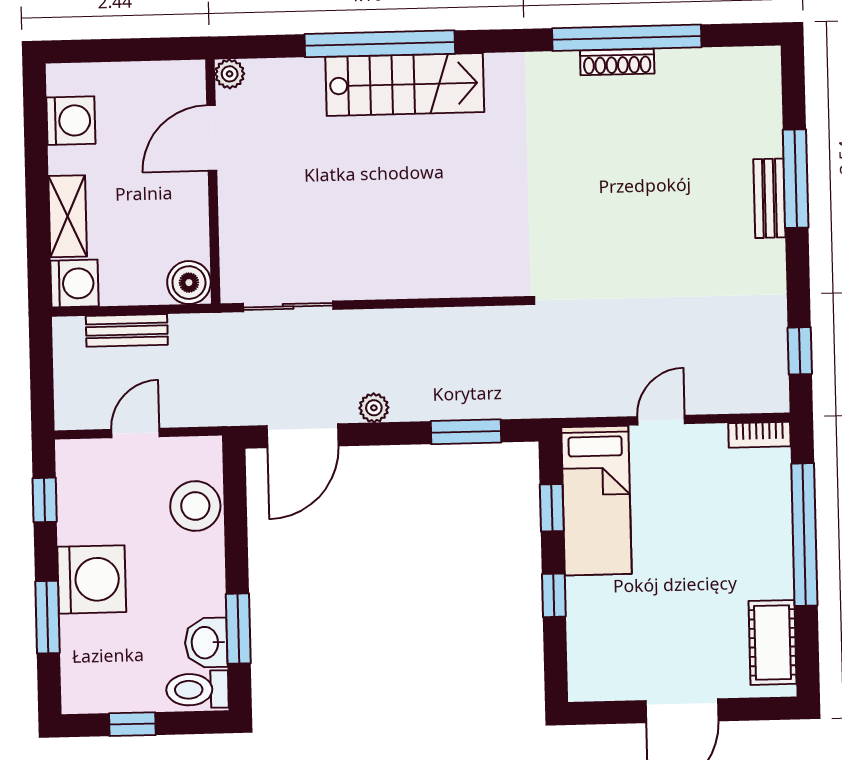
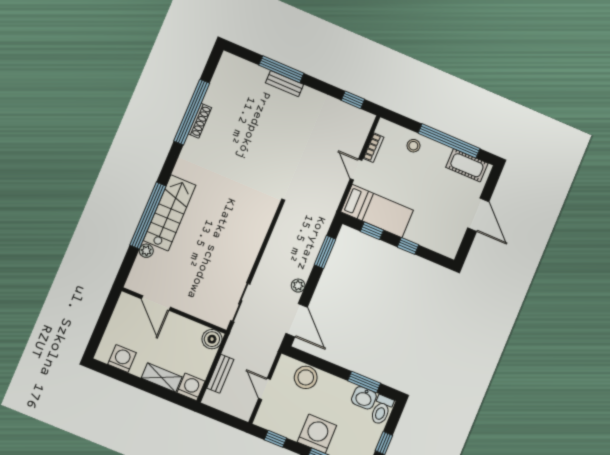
plant: (230, 74) -> (146, 251), moved
bookcase: (759, 435) -> (373, 148), moved
stool: (763, 515) -> (413, 146), added
window: (804, 535) -> (449, 141), moved

